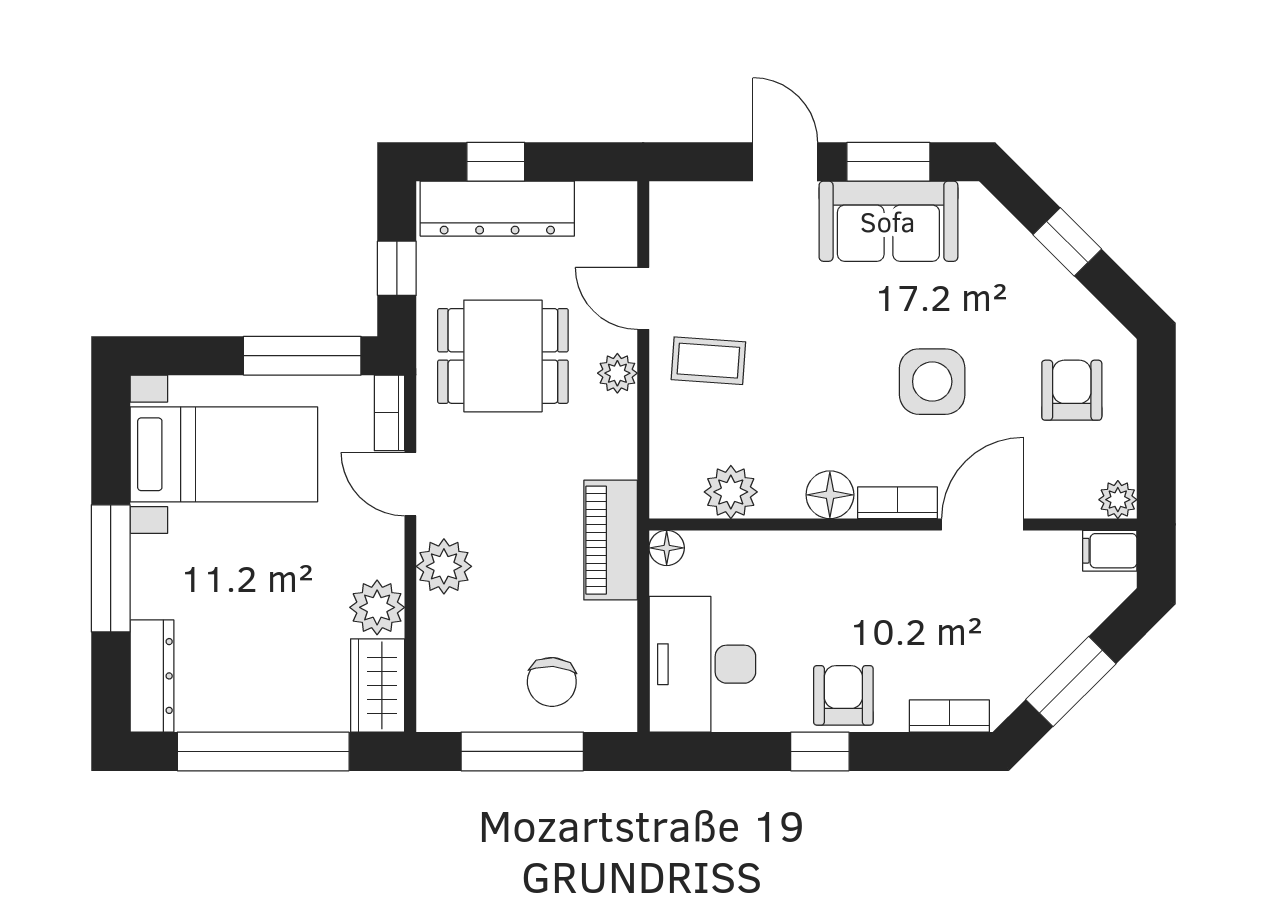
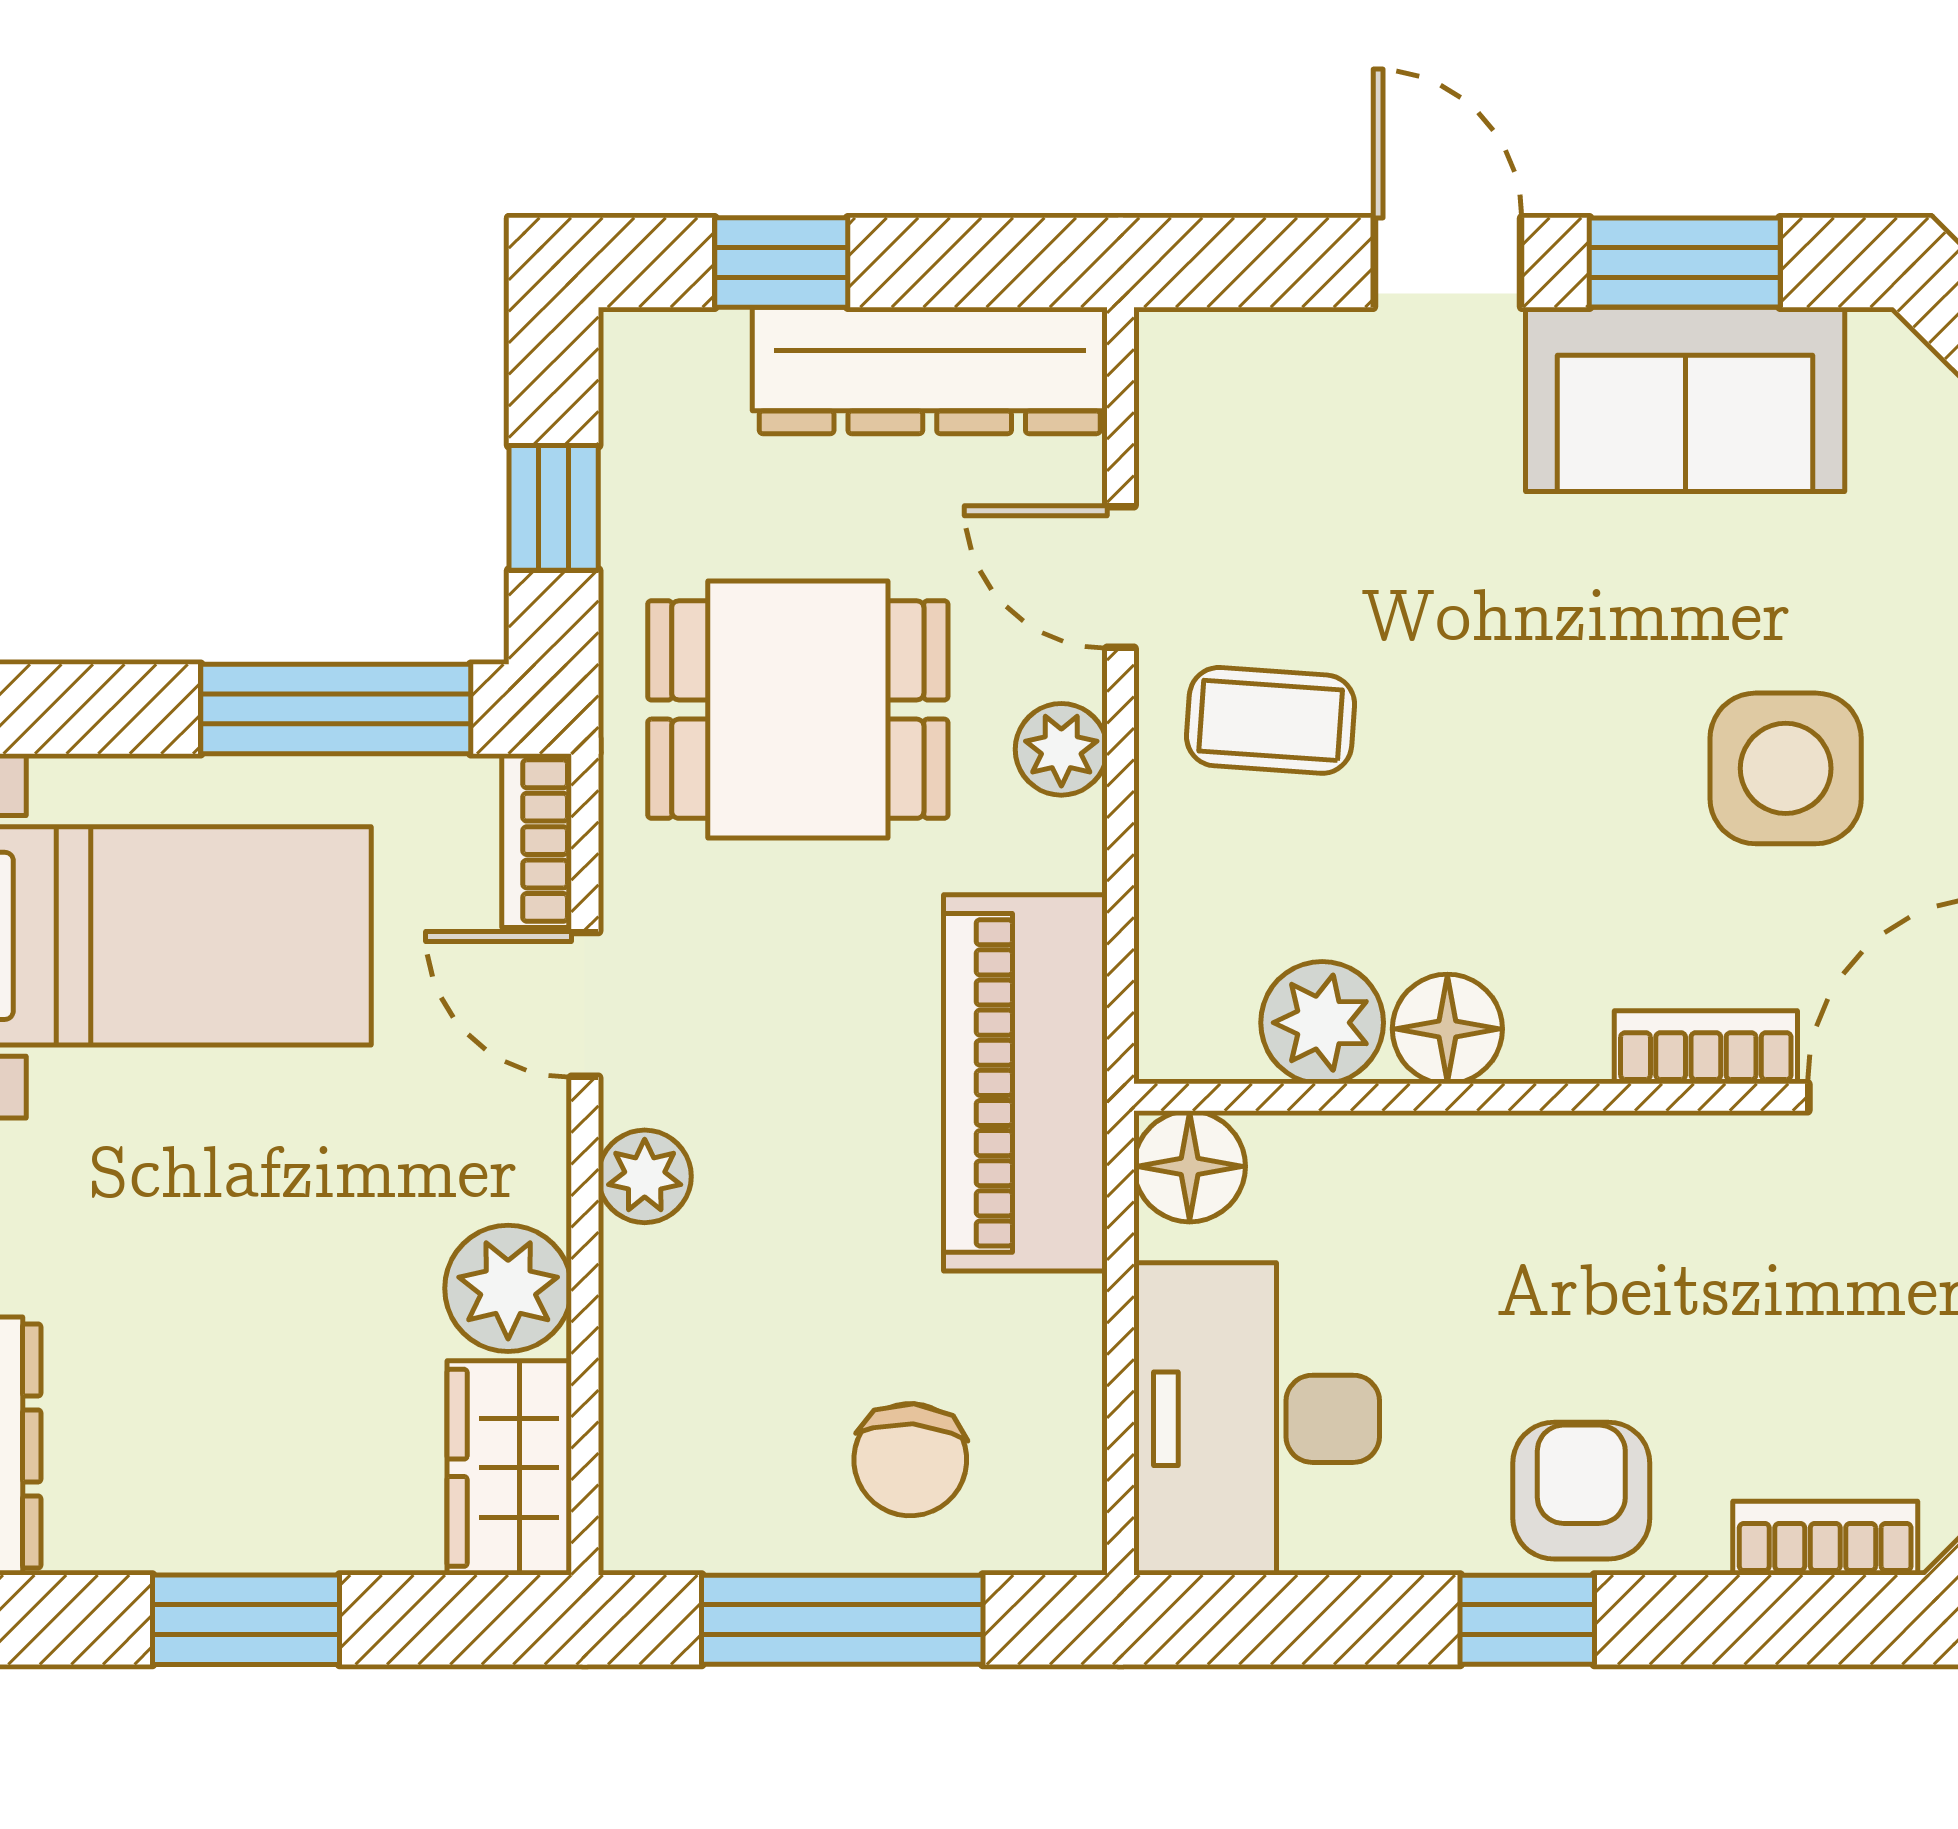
dresser: (497, 209) -> (930, 370), moved
floor lamp: (830, 495) -> (1447, 1029), moved
piano: (611, 540) -> (1025, 1083), width x1.37, depth x1.33
floor lamp: (667, 548) -> (1190, 1166), width x1.37, depth x1.37
plant: (444, 566) -> (645, 1176), width x0.73, depth x0.73
window: (263, 751) -> (246, 1620), width x0.47

